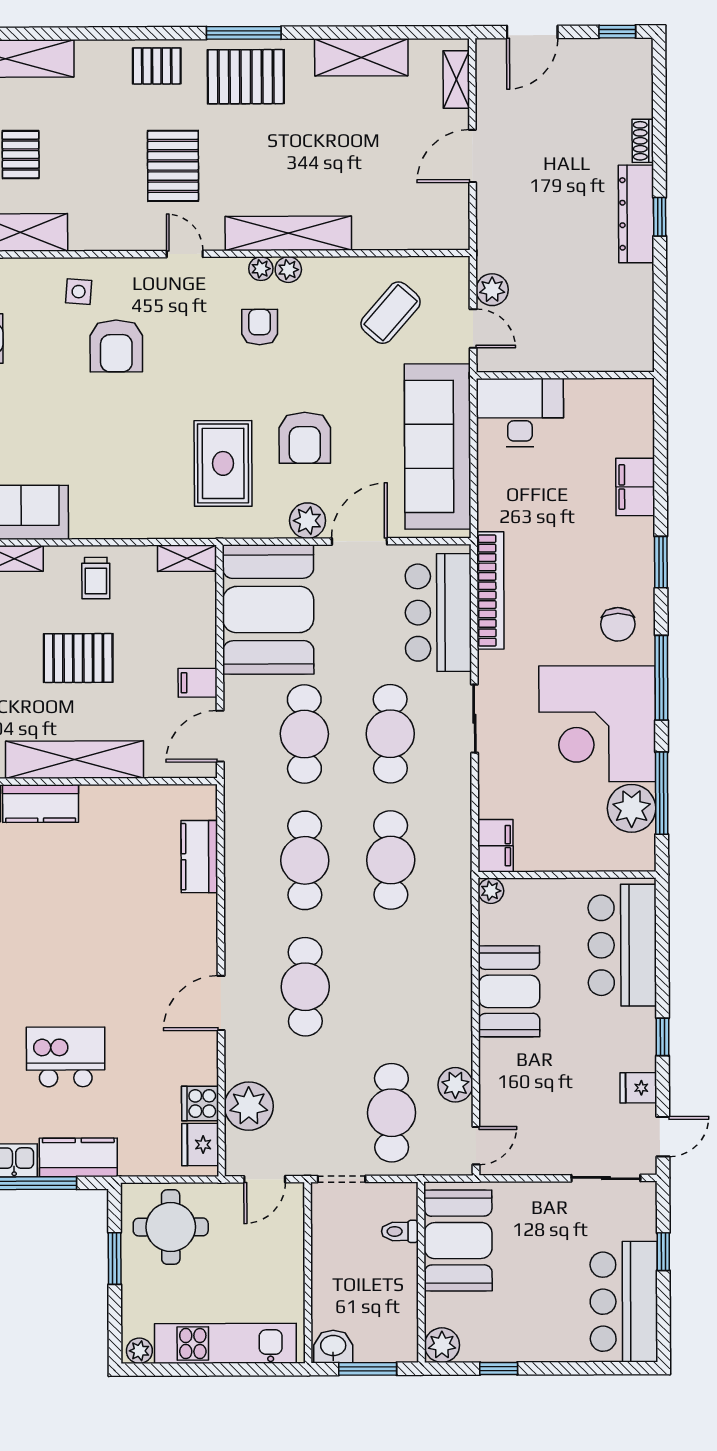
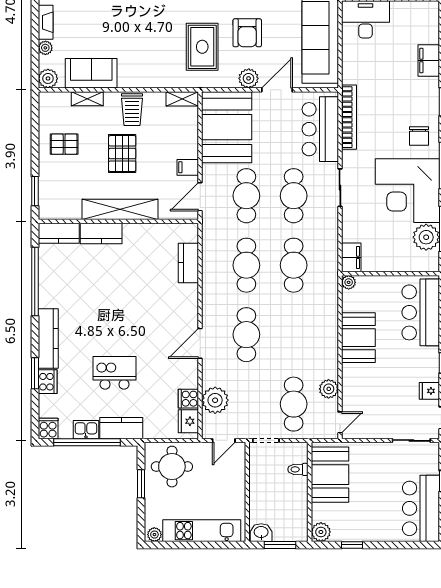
trolley: (96, 578) -> (132, 110), width x1.36, depth x1.39
pallet: (78, 658) -> (122, 154), turned 90

